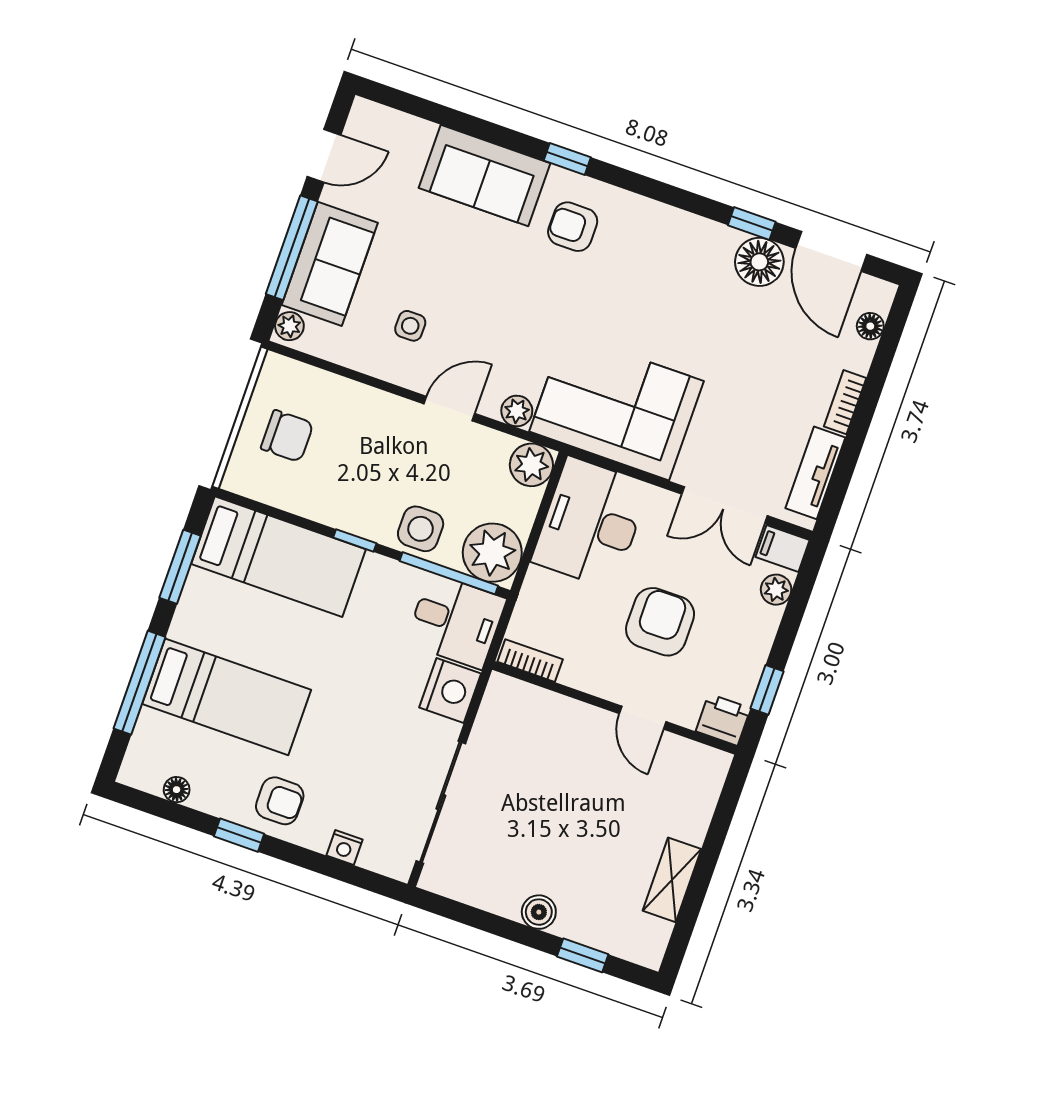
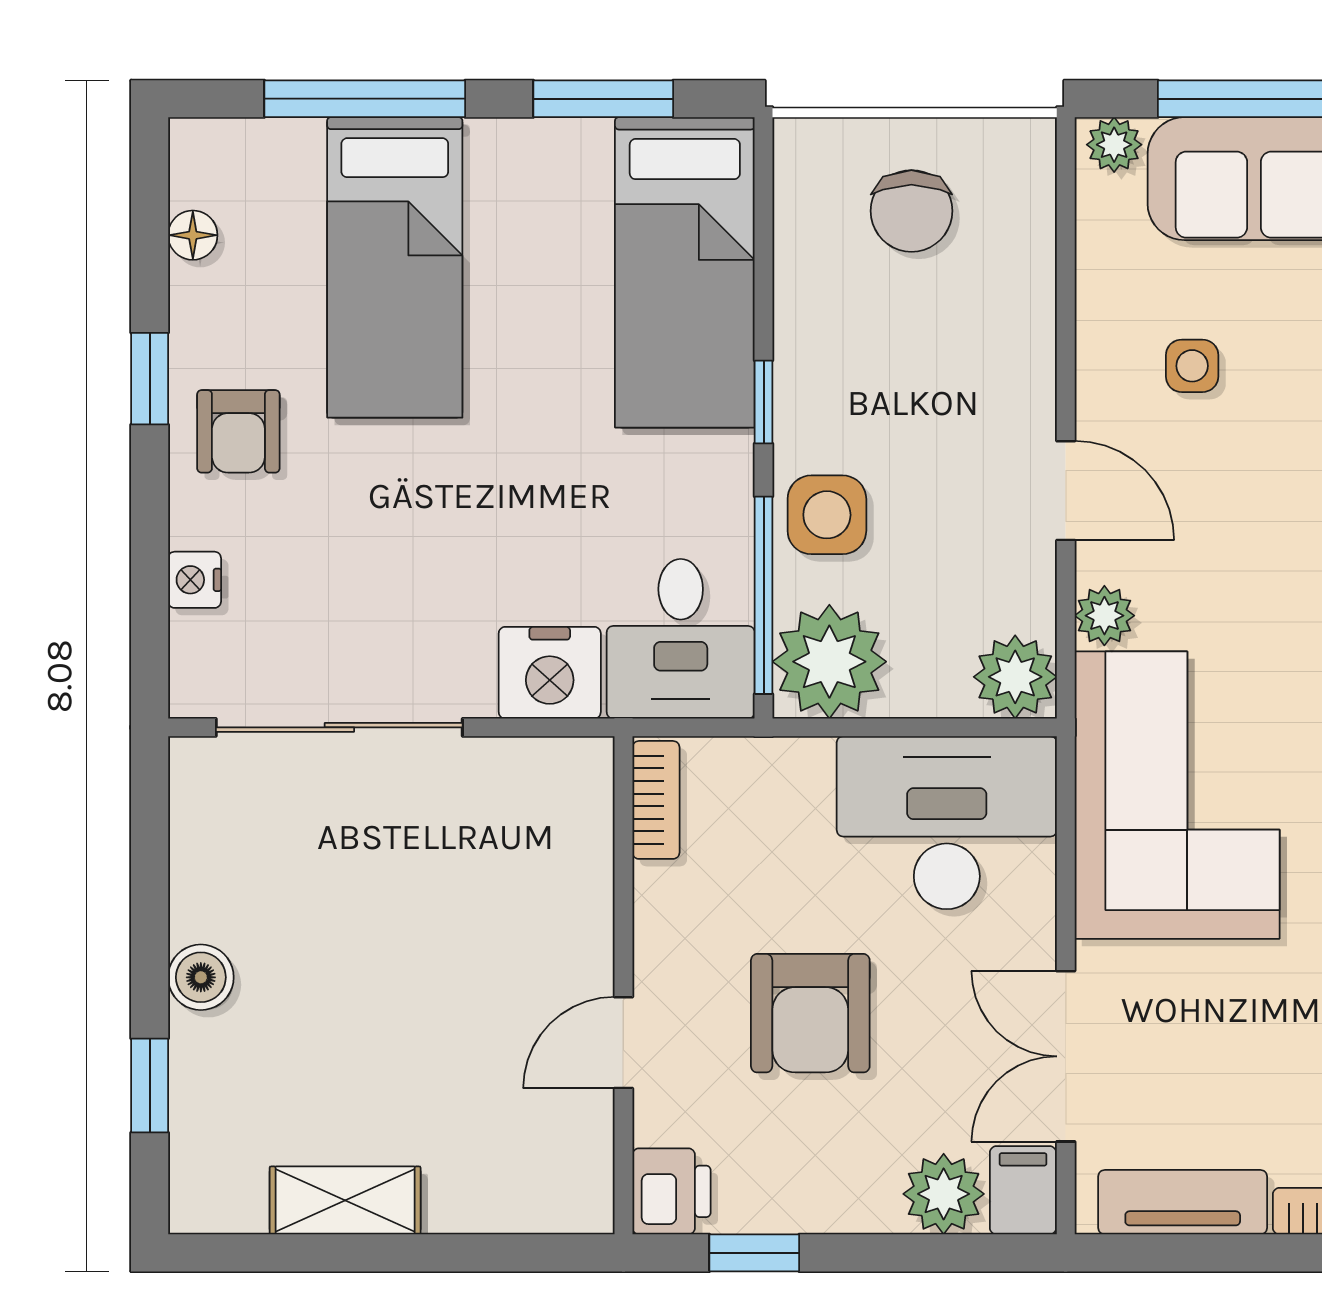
plant: (776, 590) -> (944, 1194), width x1.38, depth x1.38
armchair: (660, 622) -> (810, 1013), turned 90

